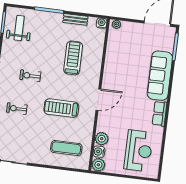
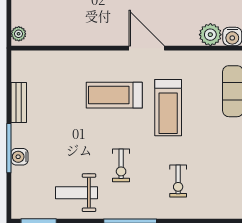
water cooler: (102, 23) -> (19, 157), moved
weight bench: (19, 28) -> (76, 193), moved
treadmill: (73, 58) -> (114, 95), moved

